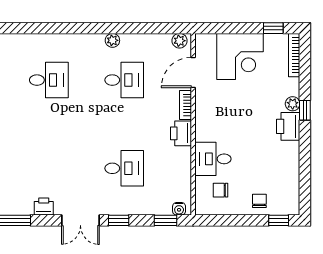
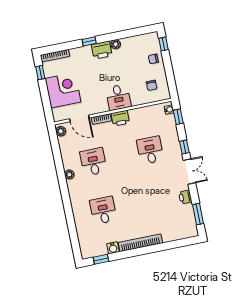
plant: (293, 104) -> (116, 44), moved
desk: (213, 159) -> (118, 97), moved

